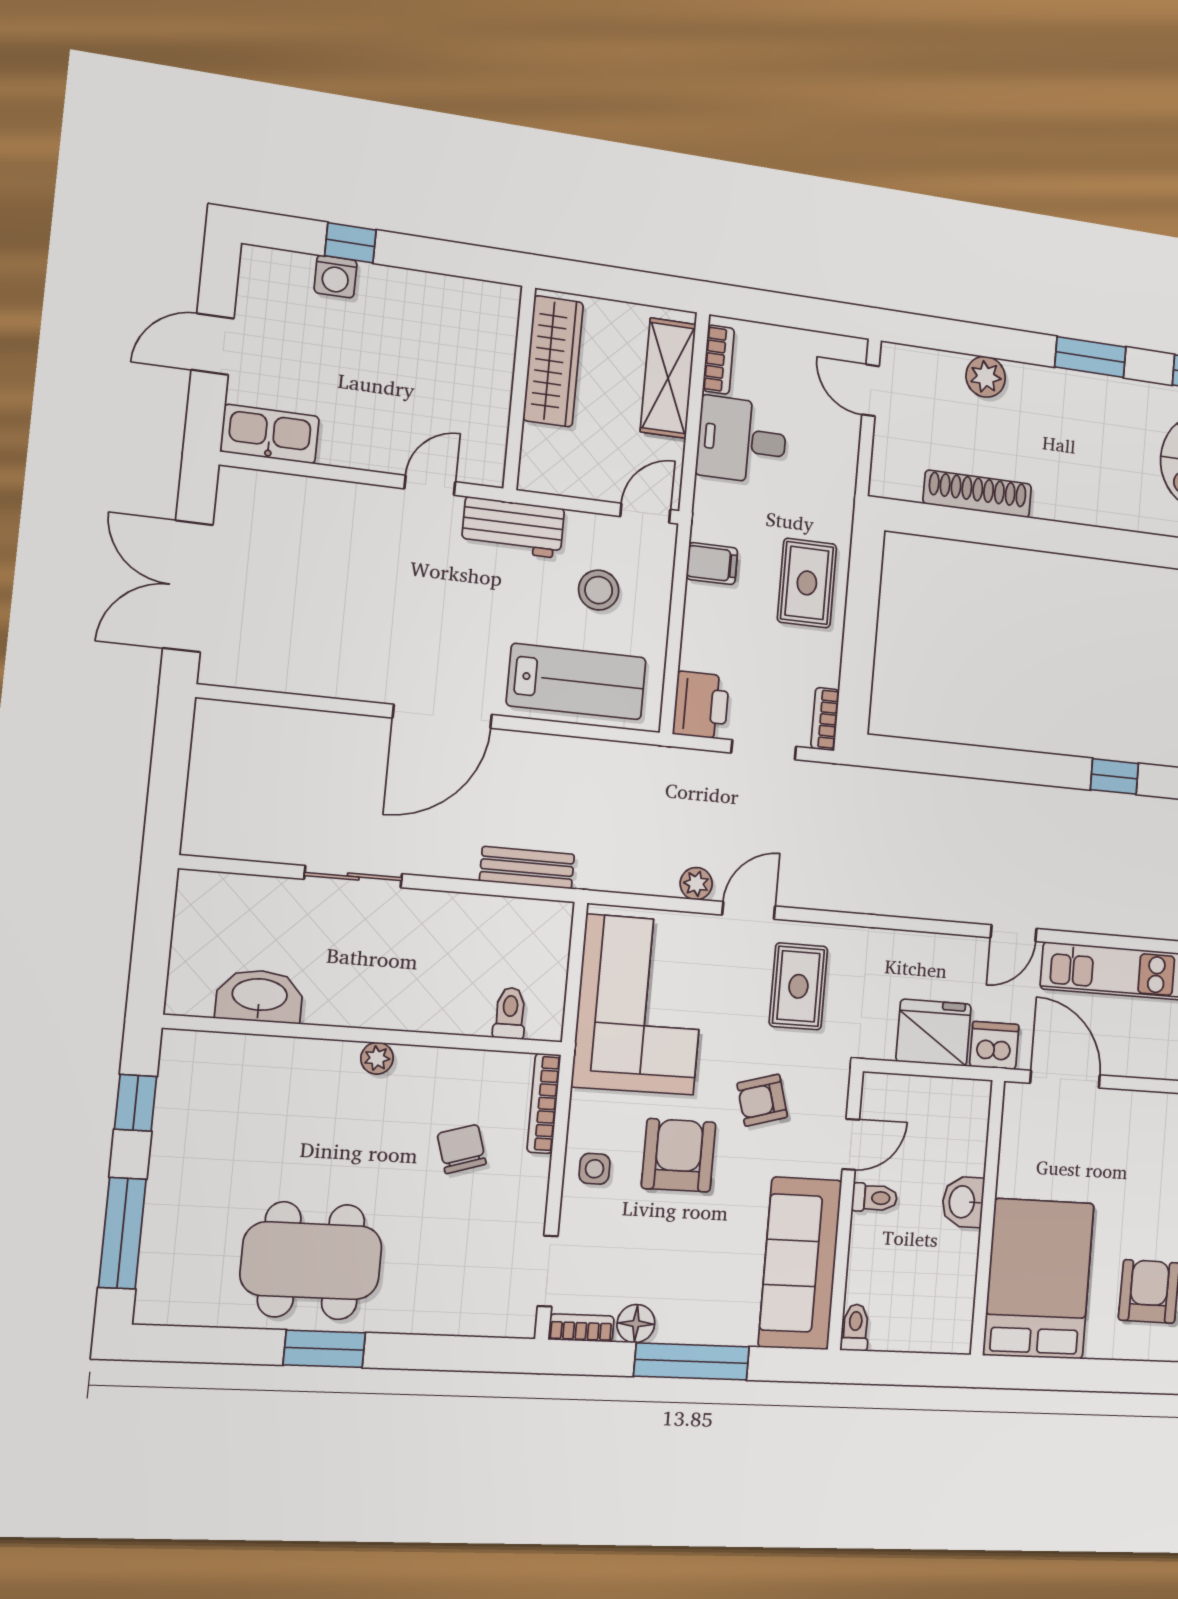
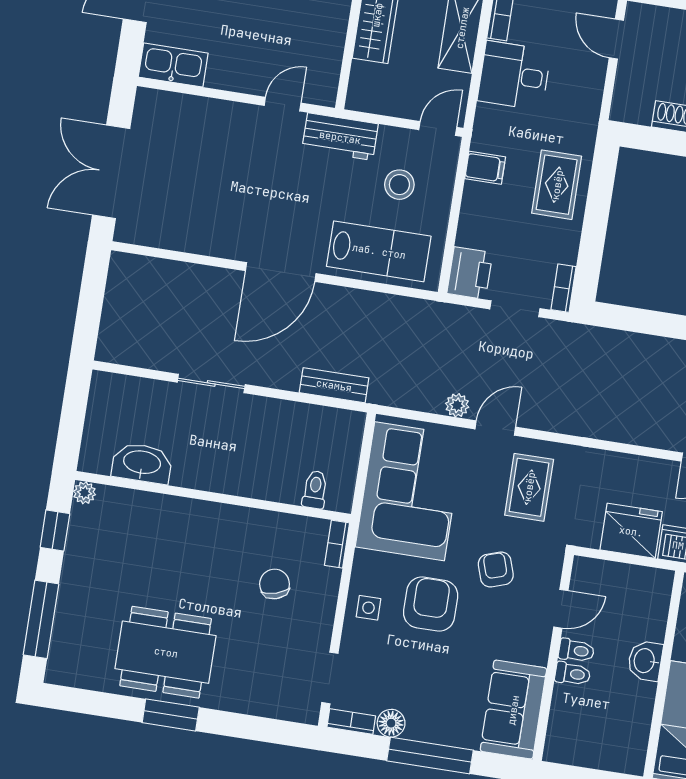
plant: (377, 1058) -> (85, 493), moved
armchair: (762, 1100) -> (496, 570), turned 88
bookcase: (544, 1103) -> (337, 544), width x0.64
sofa: (800, 1263) -> (513, 710), width x0.73
toilet: (855, 1328) -> (573, 674), moved, turned 90

